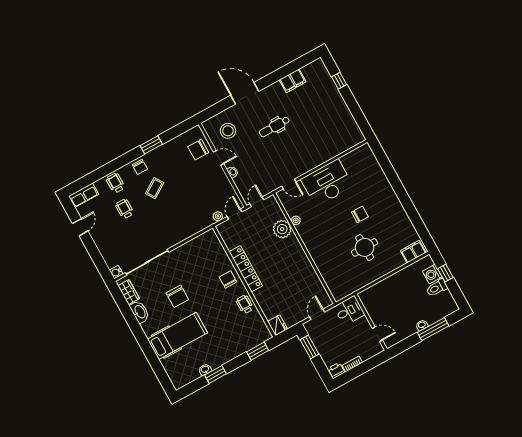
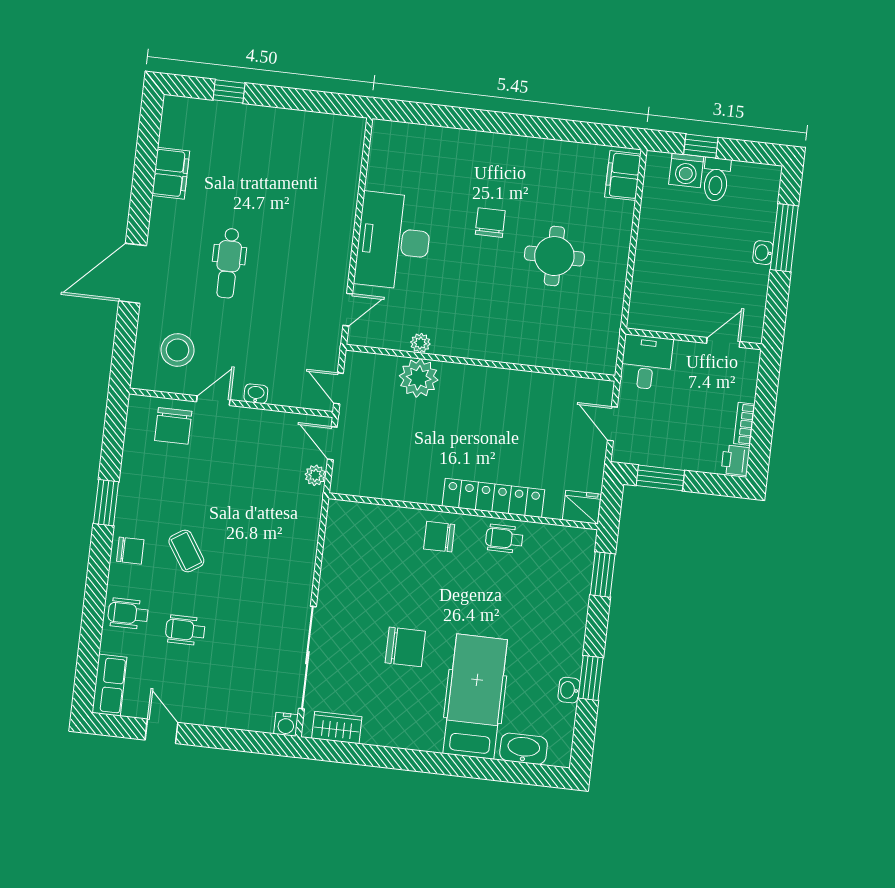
locker: (246, 269) -> (493, 498), moved
washbasin: (140, 312) -> (524, 749), moved

